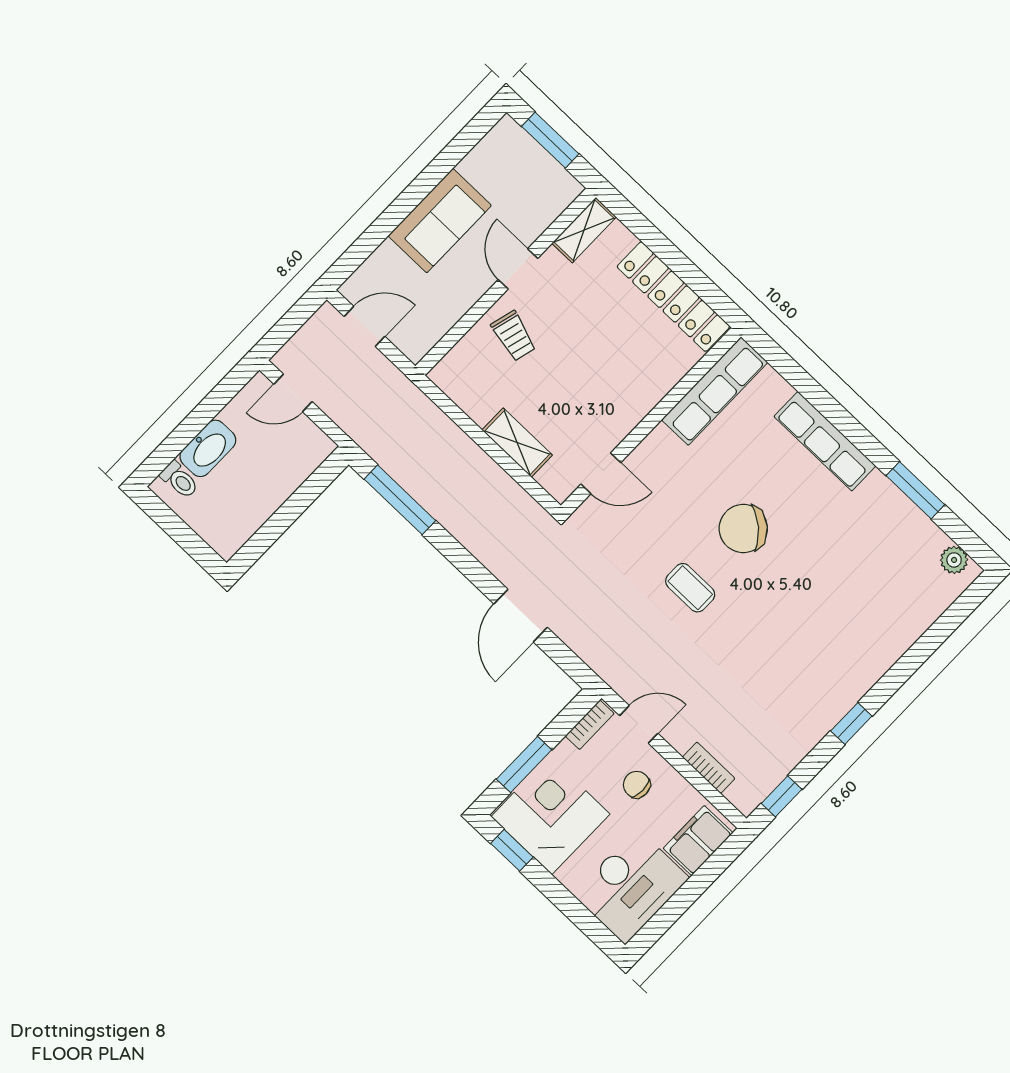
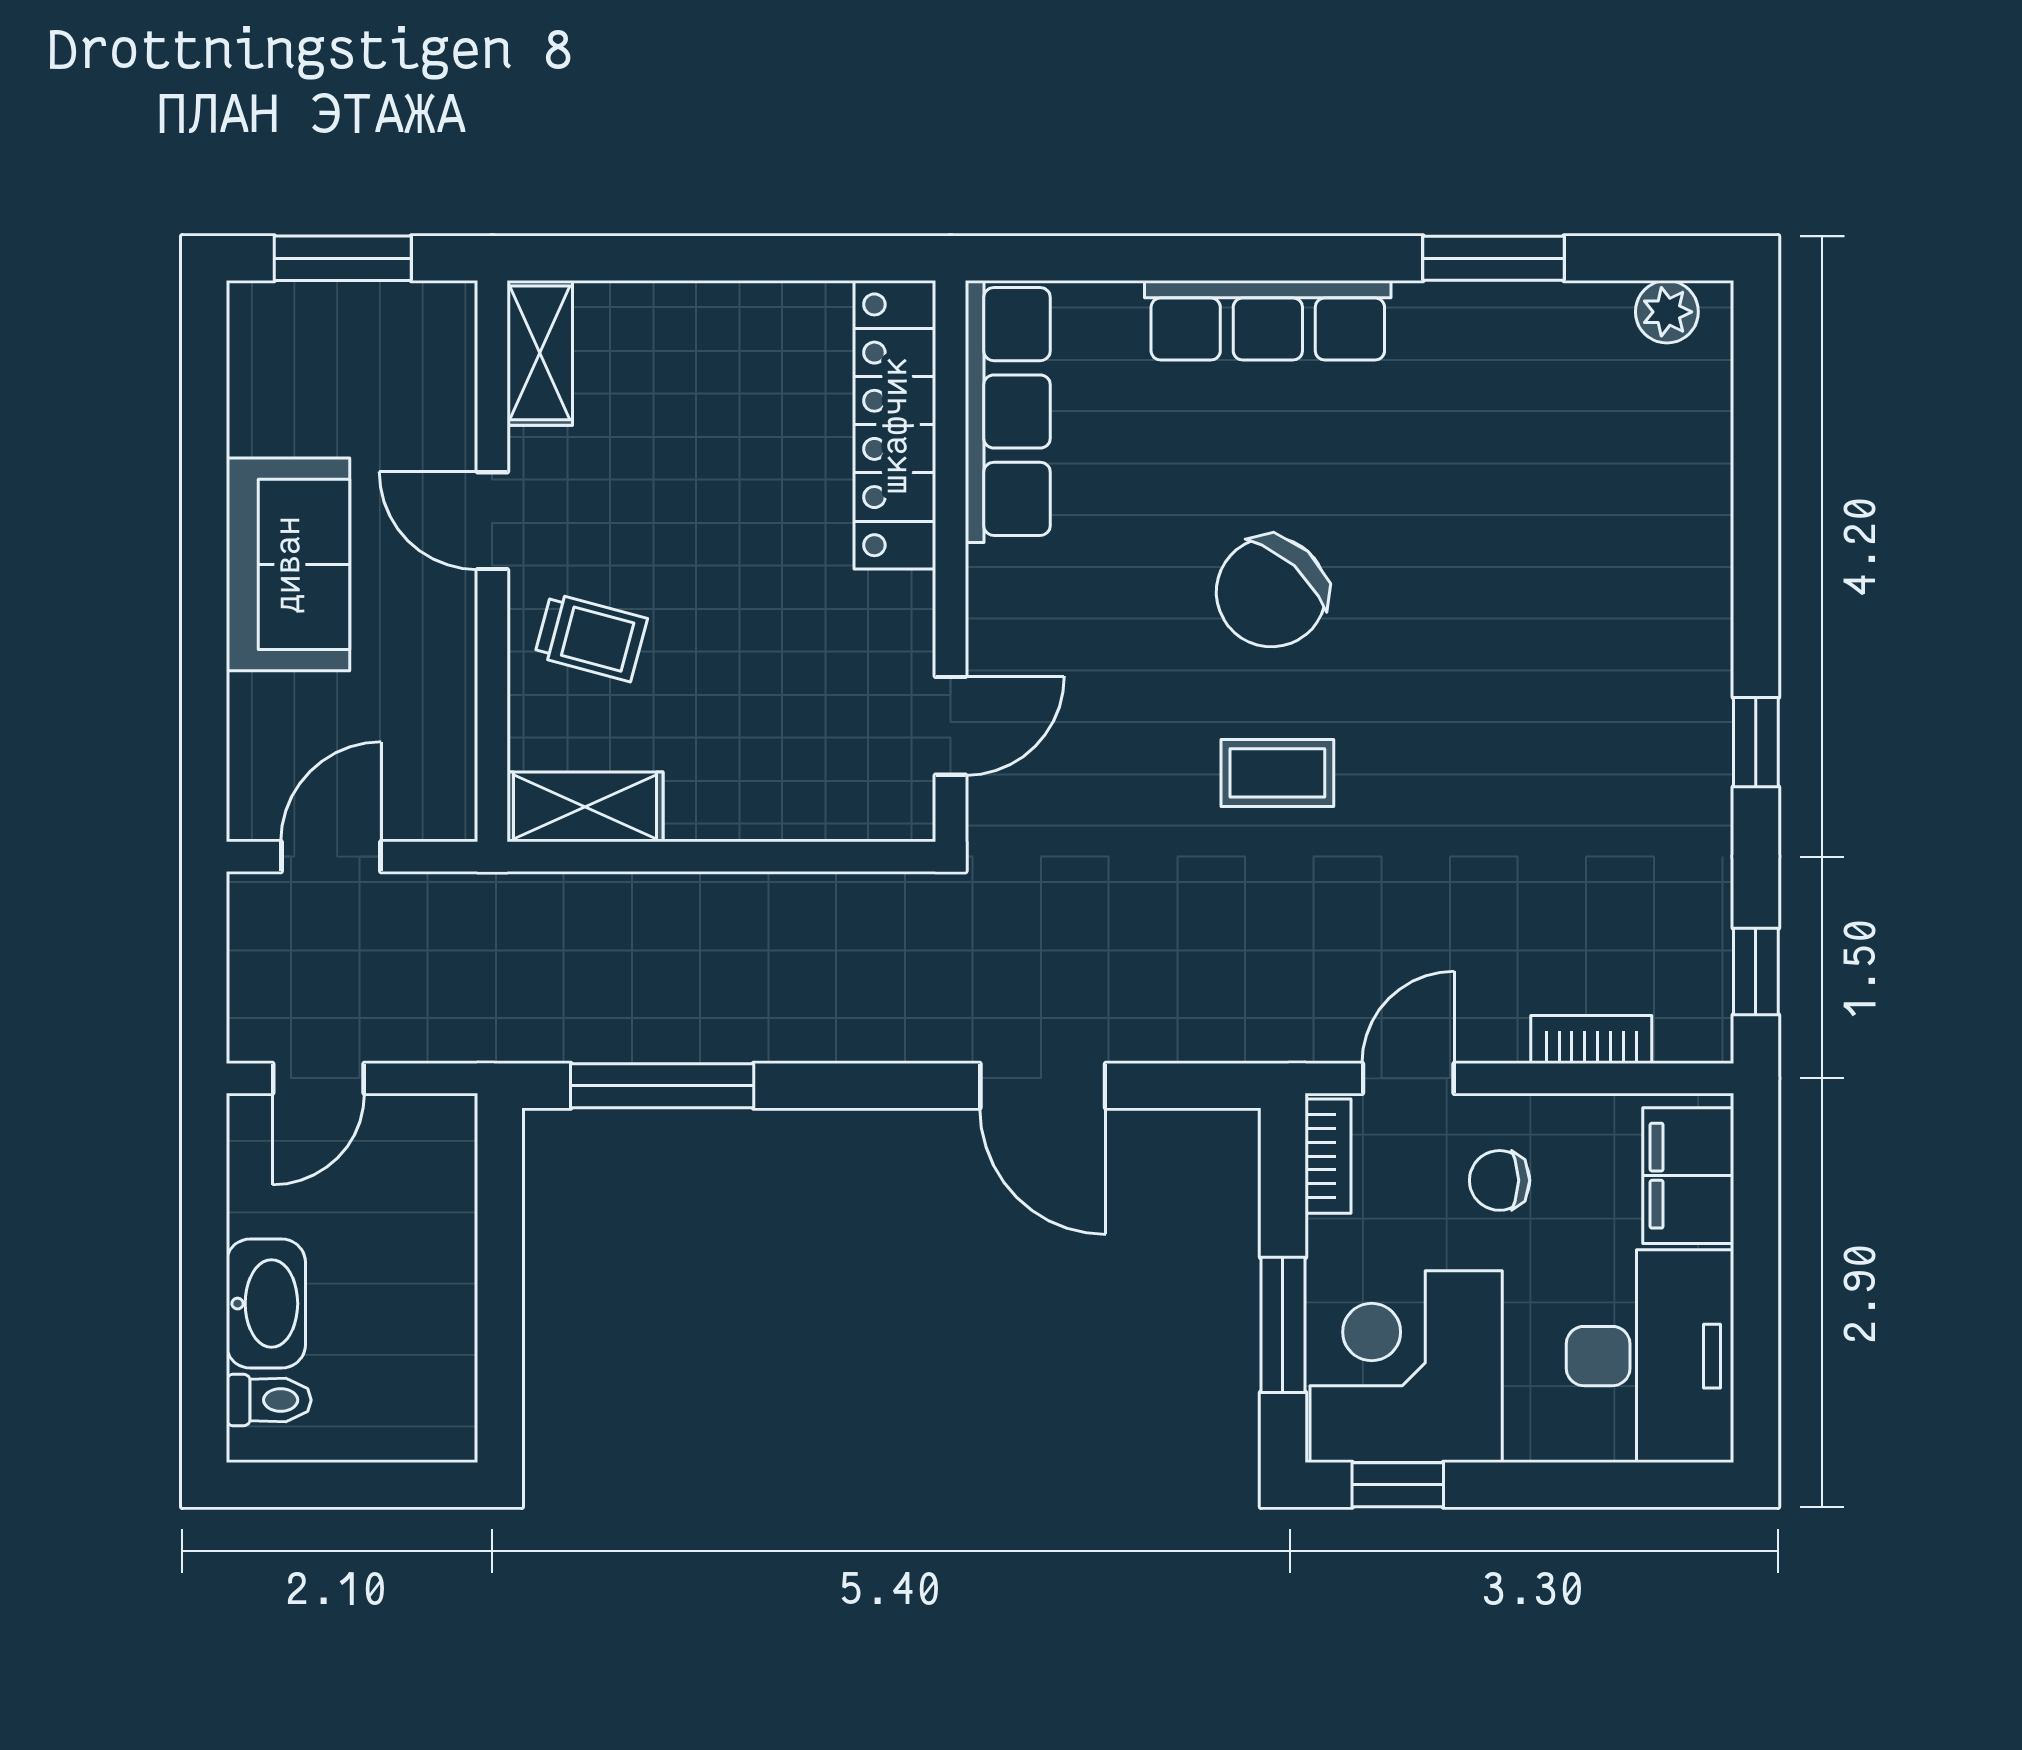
locker: (673, 297) -> (895, 425), moved, turned 90
shelving: (517, 443) -> (585, 807), moved

